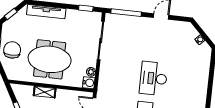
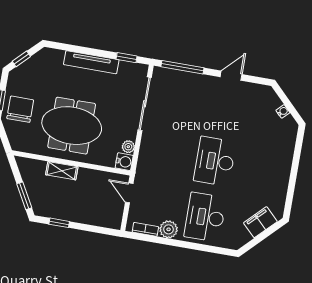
tv unit: (46, 12) -> (91, 62), moved

